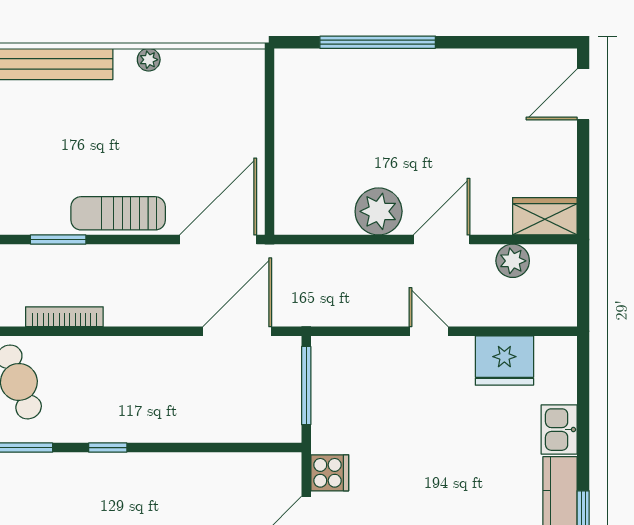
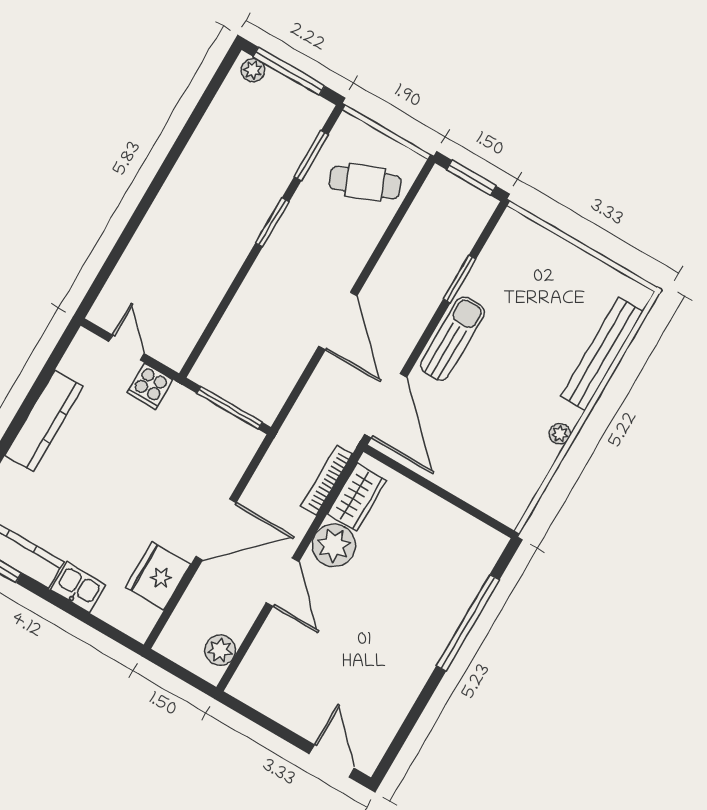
wardrobe: (545, 216) -> (357, 497), moved
plant: (513, 261) -> (220, 650), moved
bookcase: (64, 317) -> (327, 480), moved, turned 180
door: (237, 331) -> (338, 321), moved
door: (429, 331) -> (216, 529), width x1.88
window: (108, 448) -> (272, 222), width x1.50

